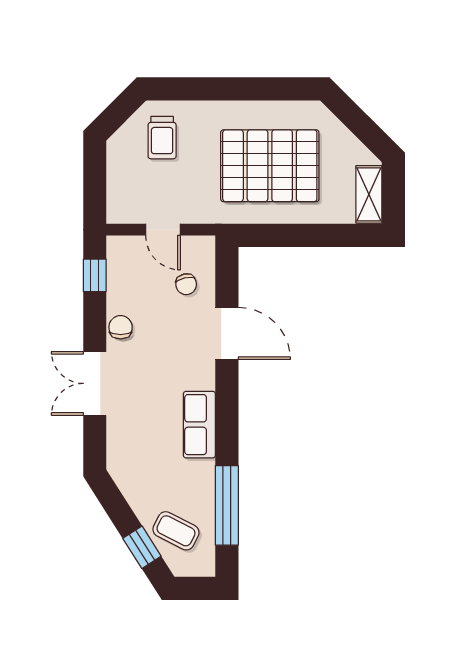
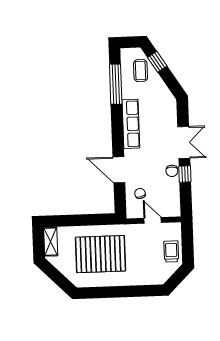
trolley: (162, 138) -> (171, 251), moved
window: (95, 275) -> (185, 174), moved
row of seats: (199, 425) -> (131, 124), width x1.48
coffee table: (176, 531) -> (141, 71), turned 63

